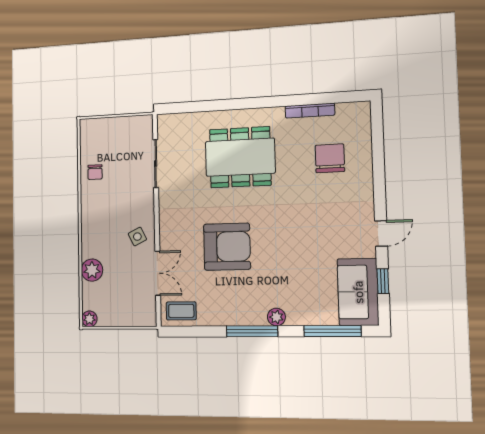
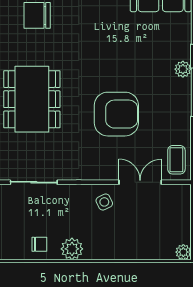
armchair: (227, 247) -> (116, 114), turned 90
plant: (92, 270) -> (72, 249), moved

